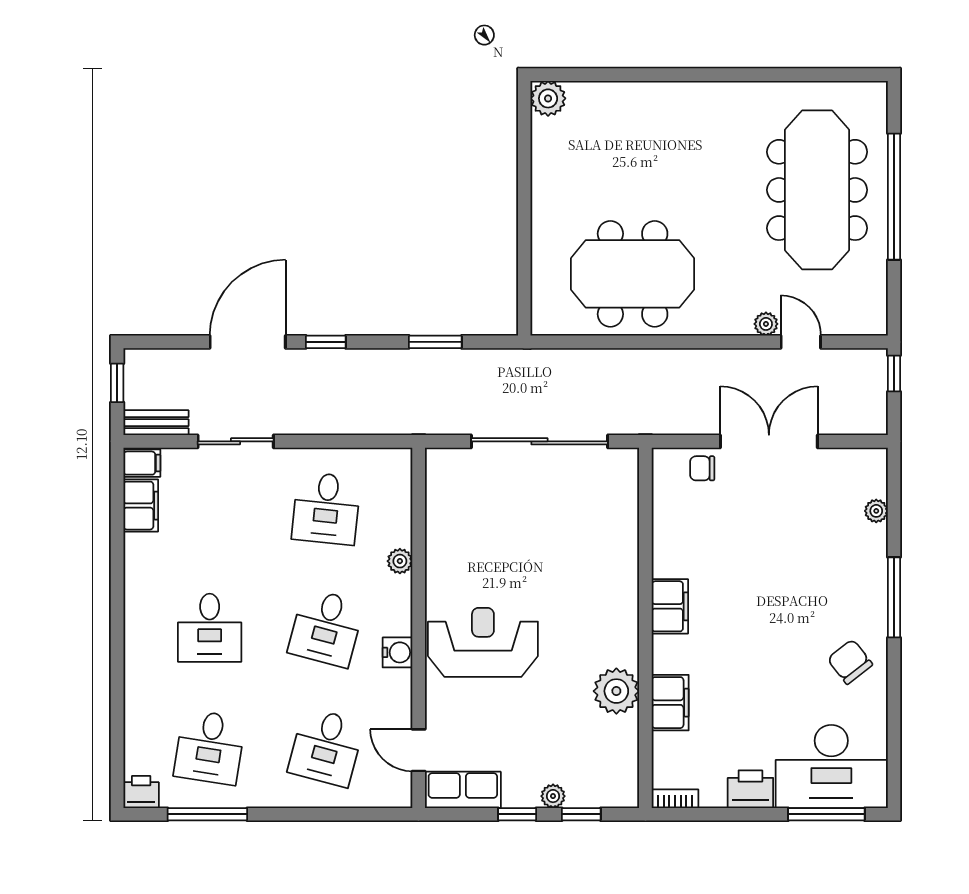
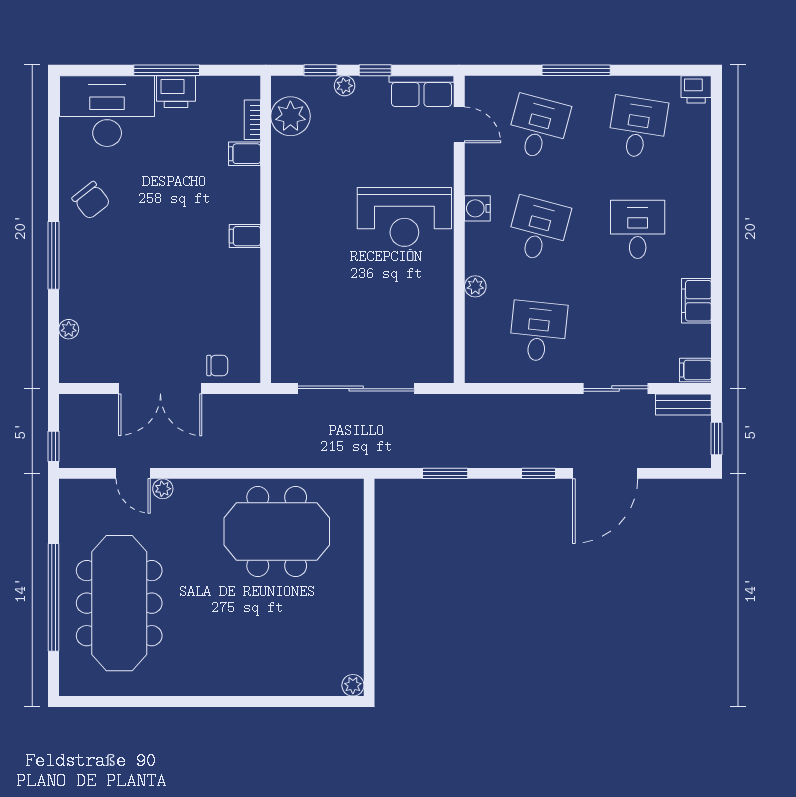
plant: (548, 98) -> (353, 685), width x0.73, depth x0.73
filing cabinet: (141, 506) -> (696, 301), moved
filing cabinet: (670, 606) -> (245, 236), width x0.50
plant: (616, 691) -> (290, 116), moved
filing cabinet: (670, 703) -> (245, 154), width x0.50
bookcase: (675, 799) -> (252, 120), moved, turned 90
window: (207, 814) -> (576, 70), moved
window: (826, 814) -> (167, 70), moved

